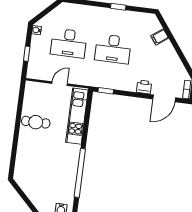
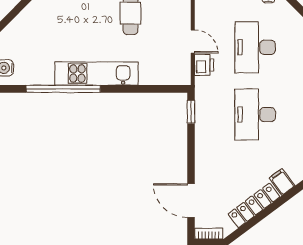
locker: (173, 57) -> (254, 205), added
printer: (144, 87) -> (204, 65), moved
kitchen unit: (77, 116) -> (97, 74), moved

